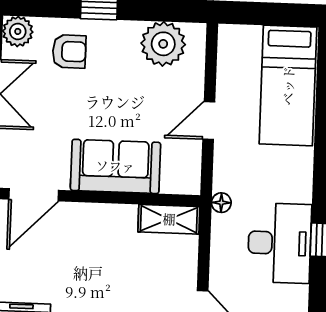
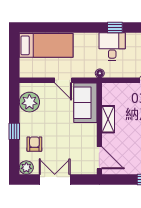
sofa: (115, 166) -> (85, 103), moved
shelving: (169, 219) -> (108, 119), moved
desk: (279, 243) -> (112, 47), width x0.73

